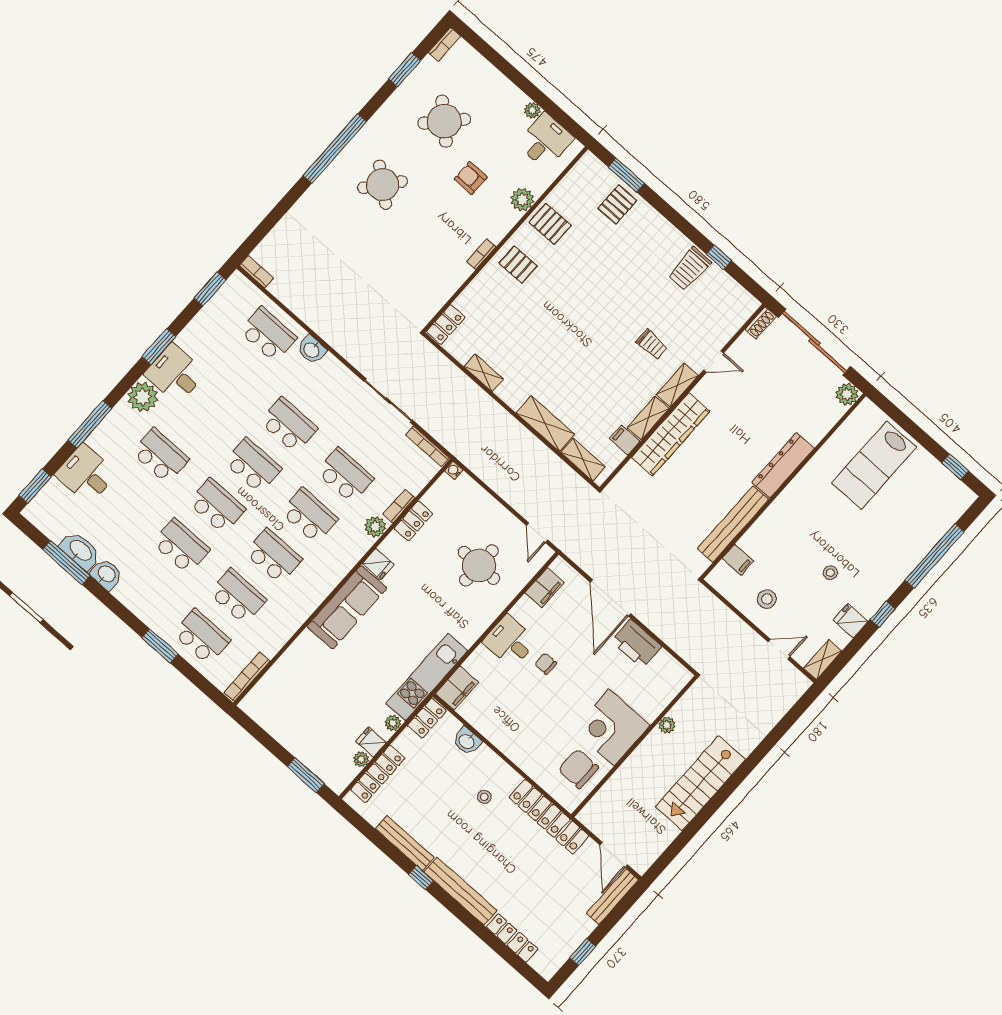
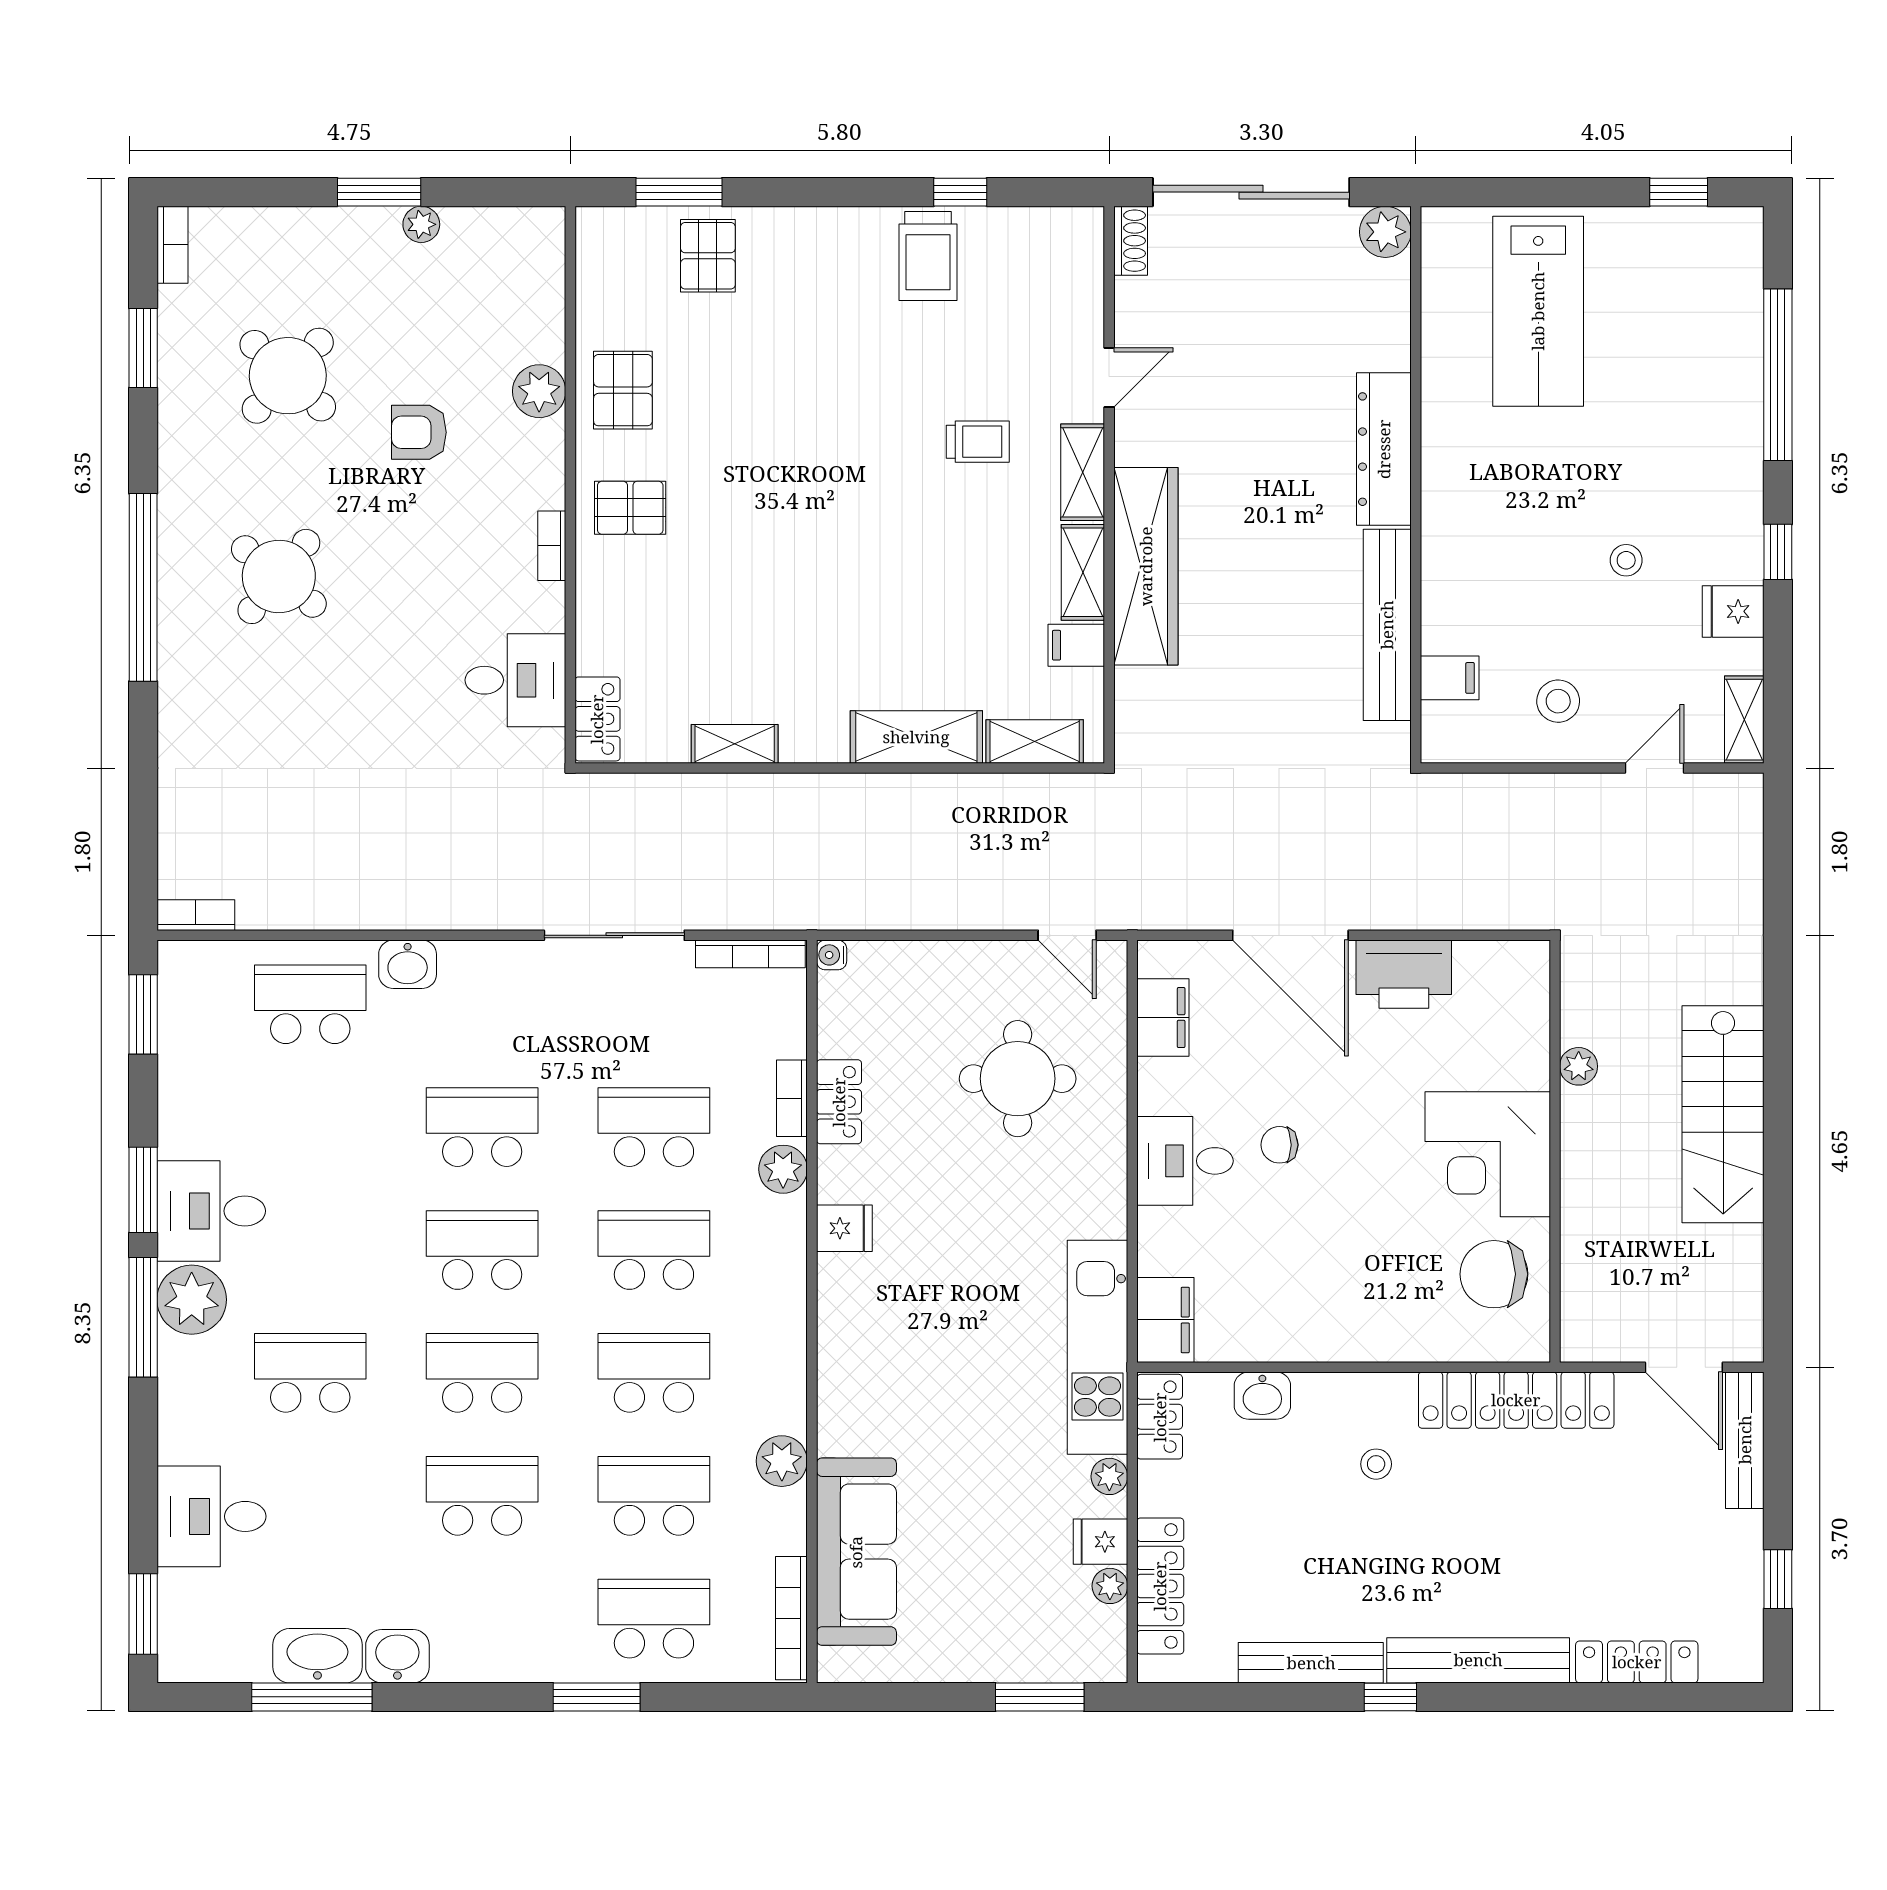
window: (528, 88) -> (379, 192), added
desk: (545, 141) -> (515, 680), moved, turned 90
pallet: (550, 224) -> (623, 390), turned 90
window: (90, 424) -> (143, 1317), moved
sofa: (347, 607) -> (856, 1552), moved
plant: (290, 622) -> (782, 1461), added

